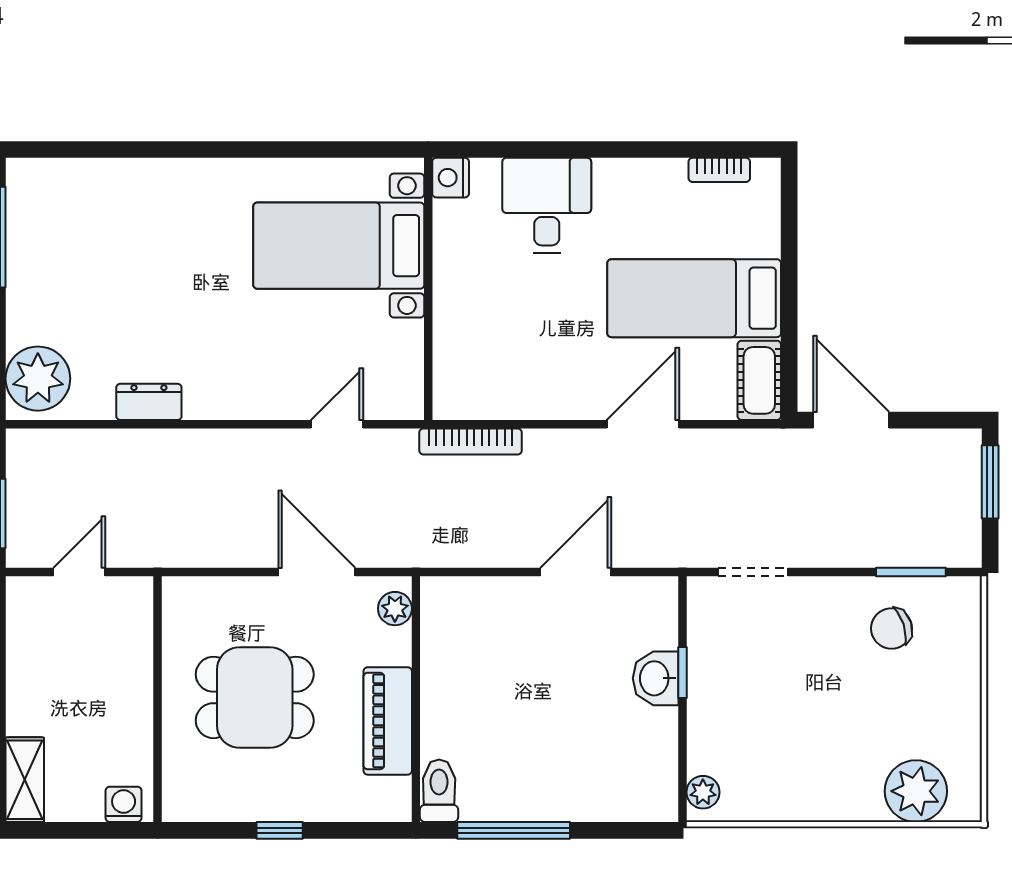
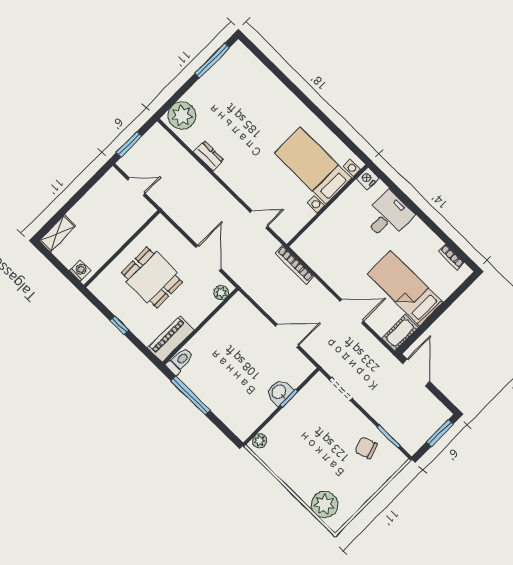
piano: (388, 721) -> (171, 339), moved

